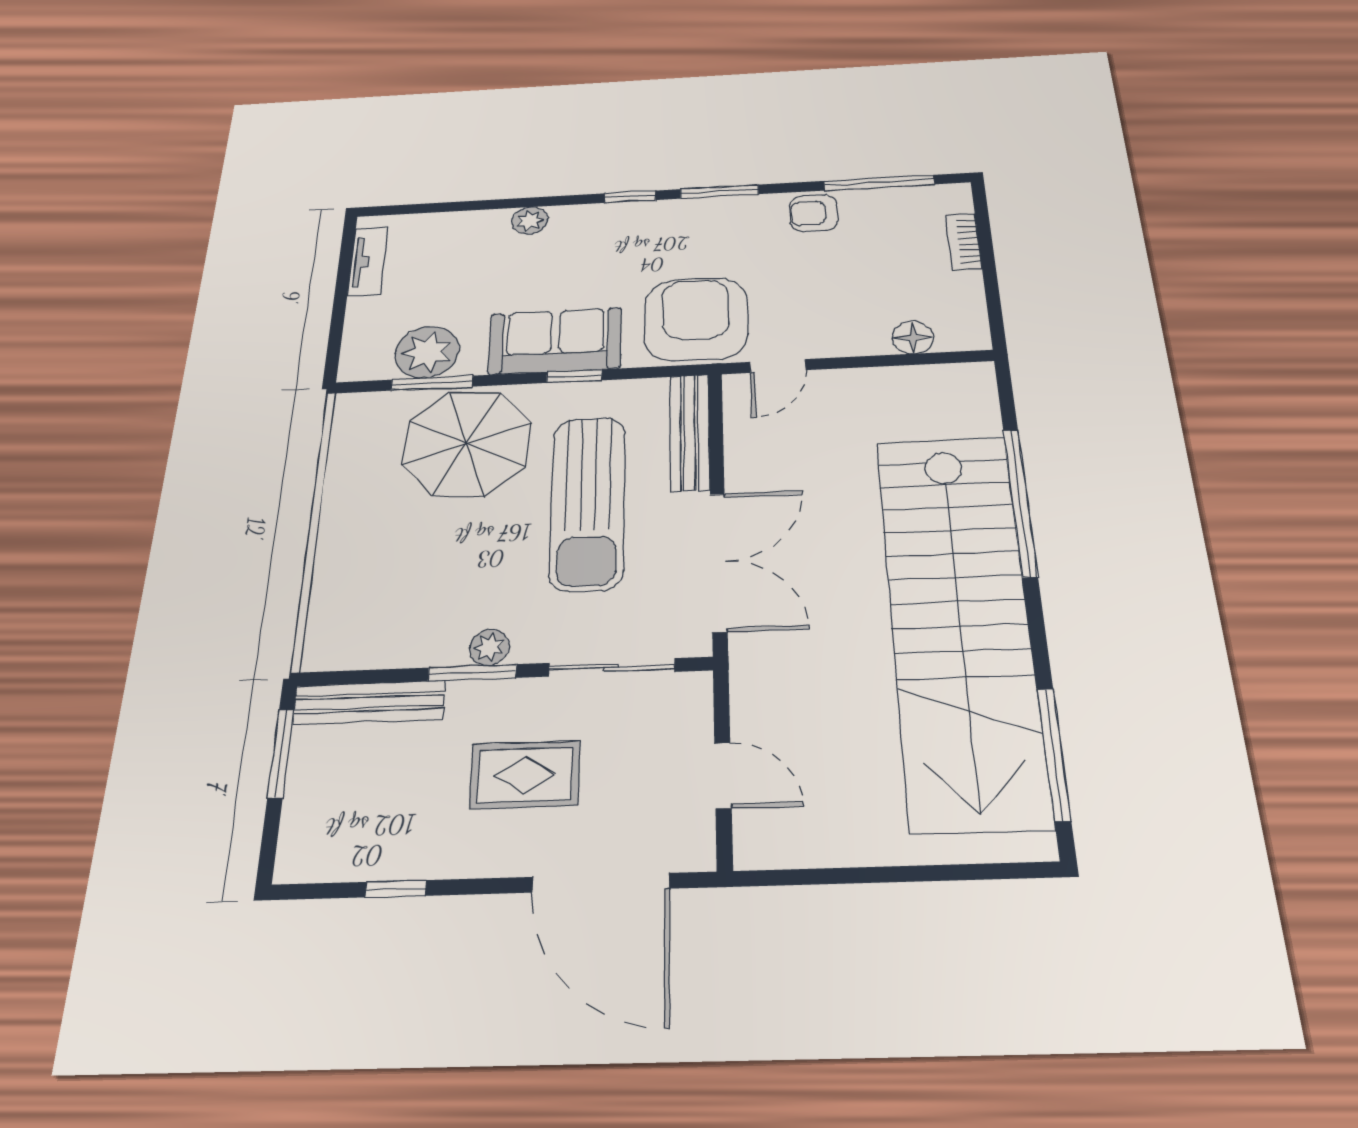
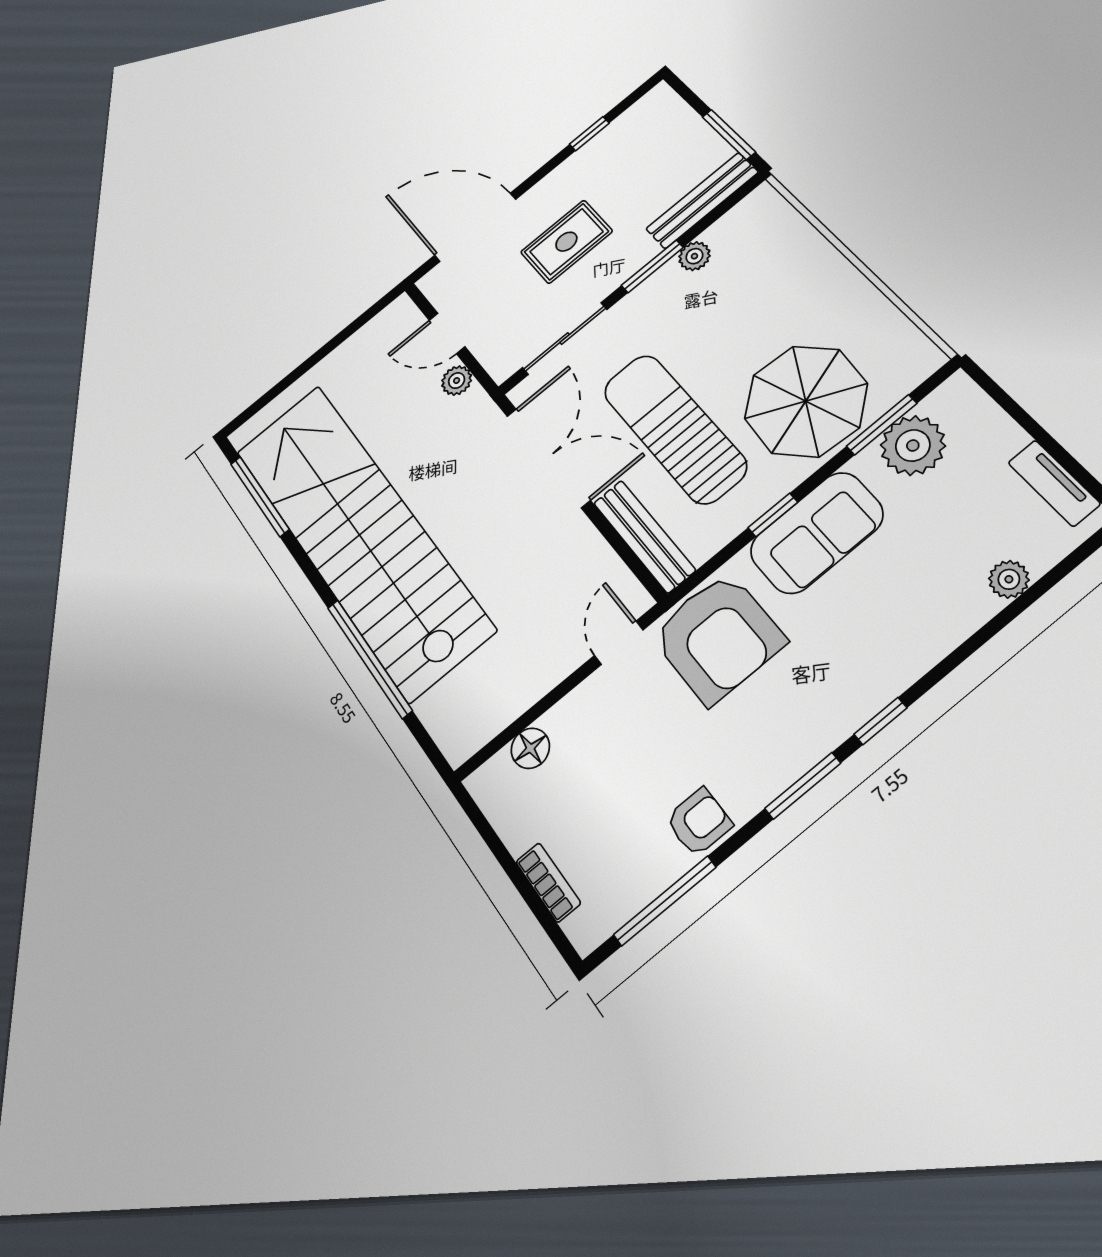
plant: (530, 221) -> (1009, 579), moved
double door: (719, 562) -> (548, 458), swing flipped
plant: (489, 647) -> (694, 256), moved
plant: (750, 712) -> (457, 381), added

